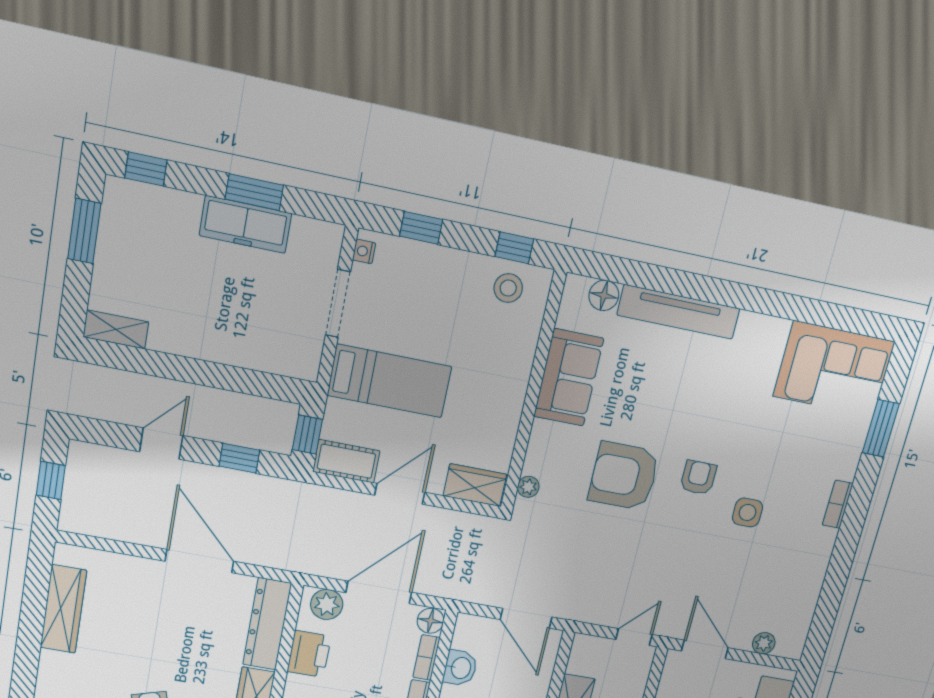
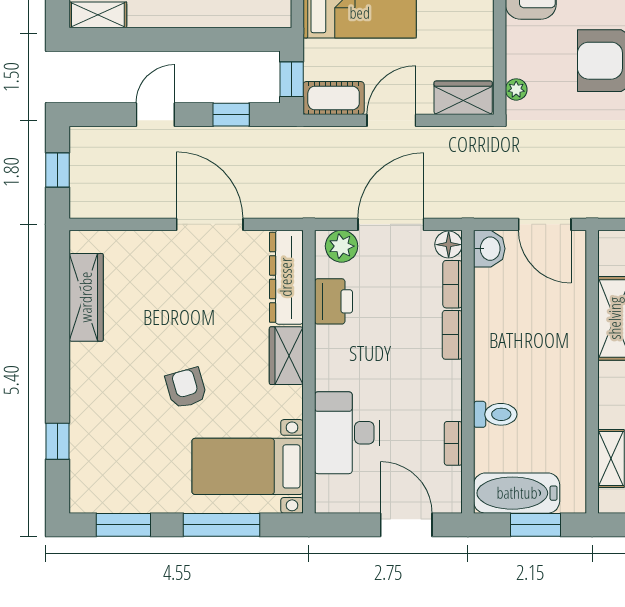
washbasin: (460, 668) -> (489, 249), moved

